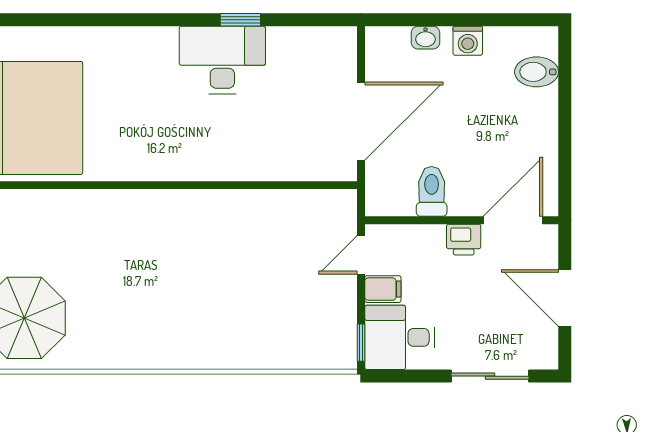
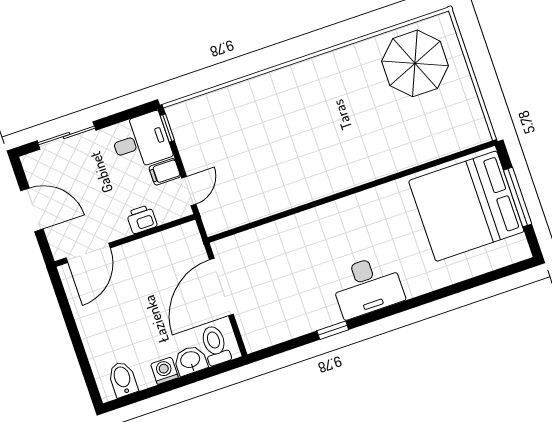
washbasin: (425, 38) -> (190, 360), width x1.38, depth x1.45
desk: (222, 60) -> (367, 286), moved
bidet: (537, 72) -> (123, 379), moved, turned -90
toilet: (432, 191) -> (215, 345), moved, turned 180
printer: (464, 240) -> (142, 219), moved

